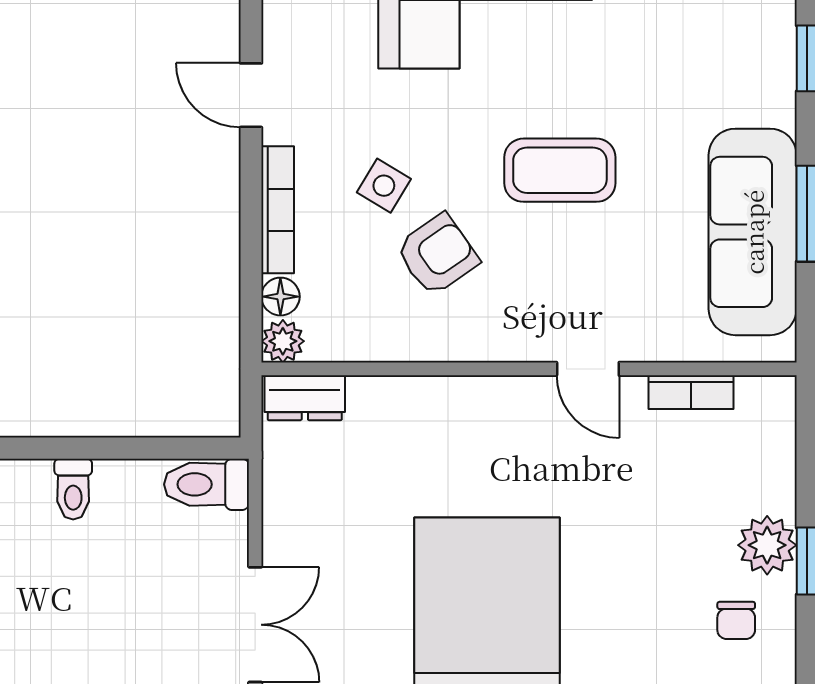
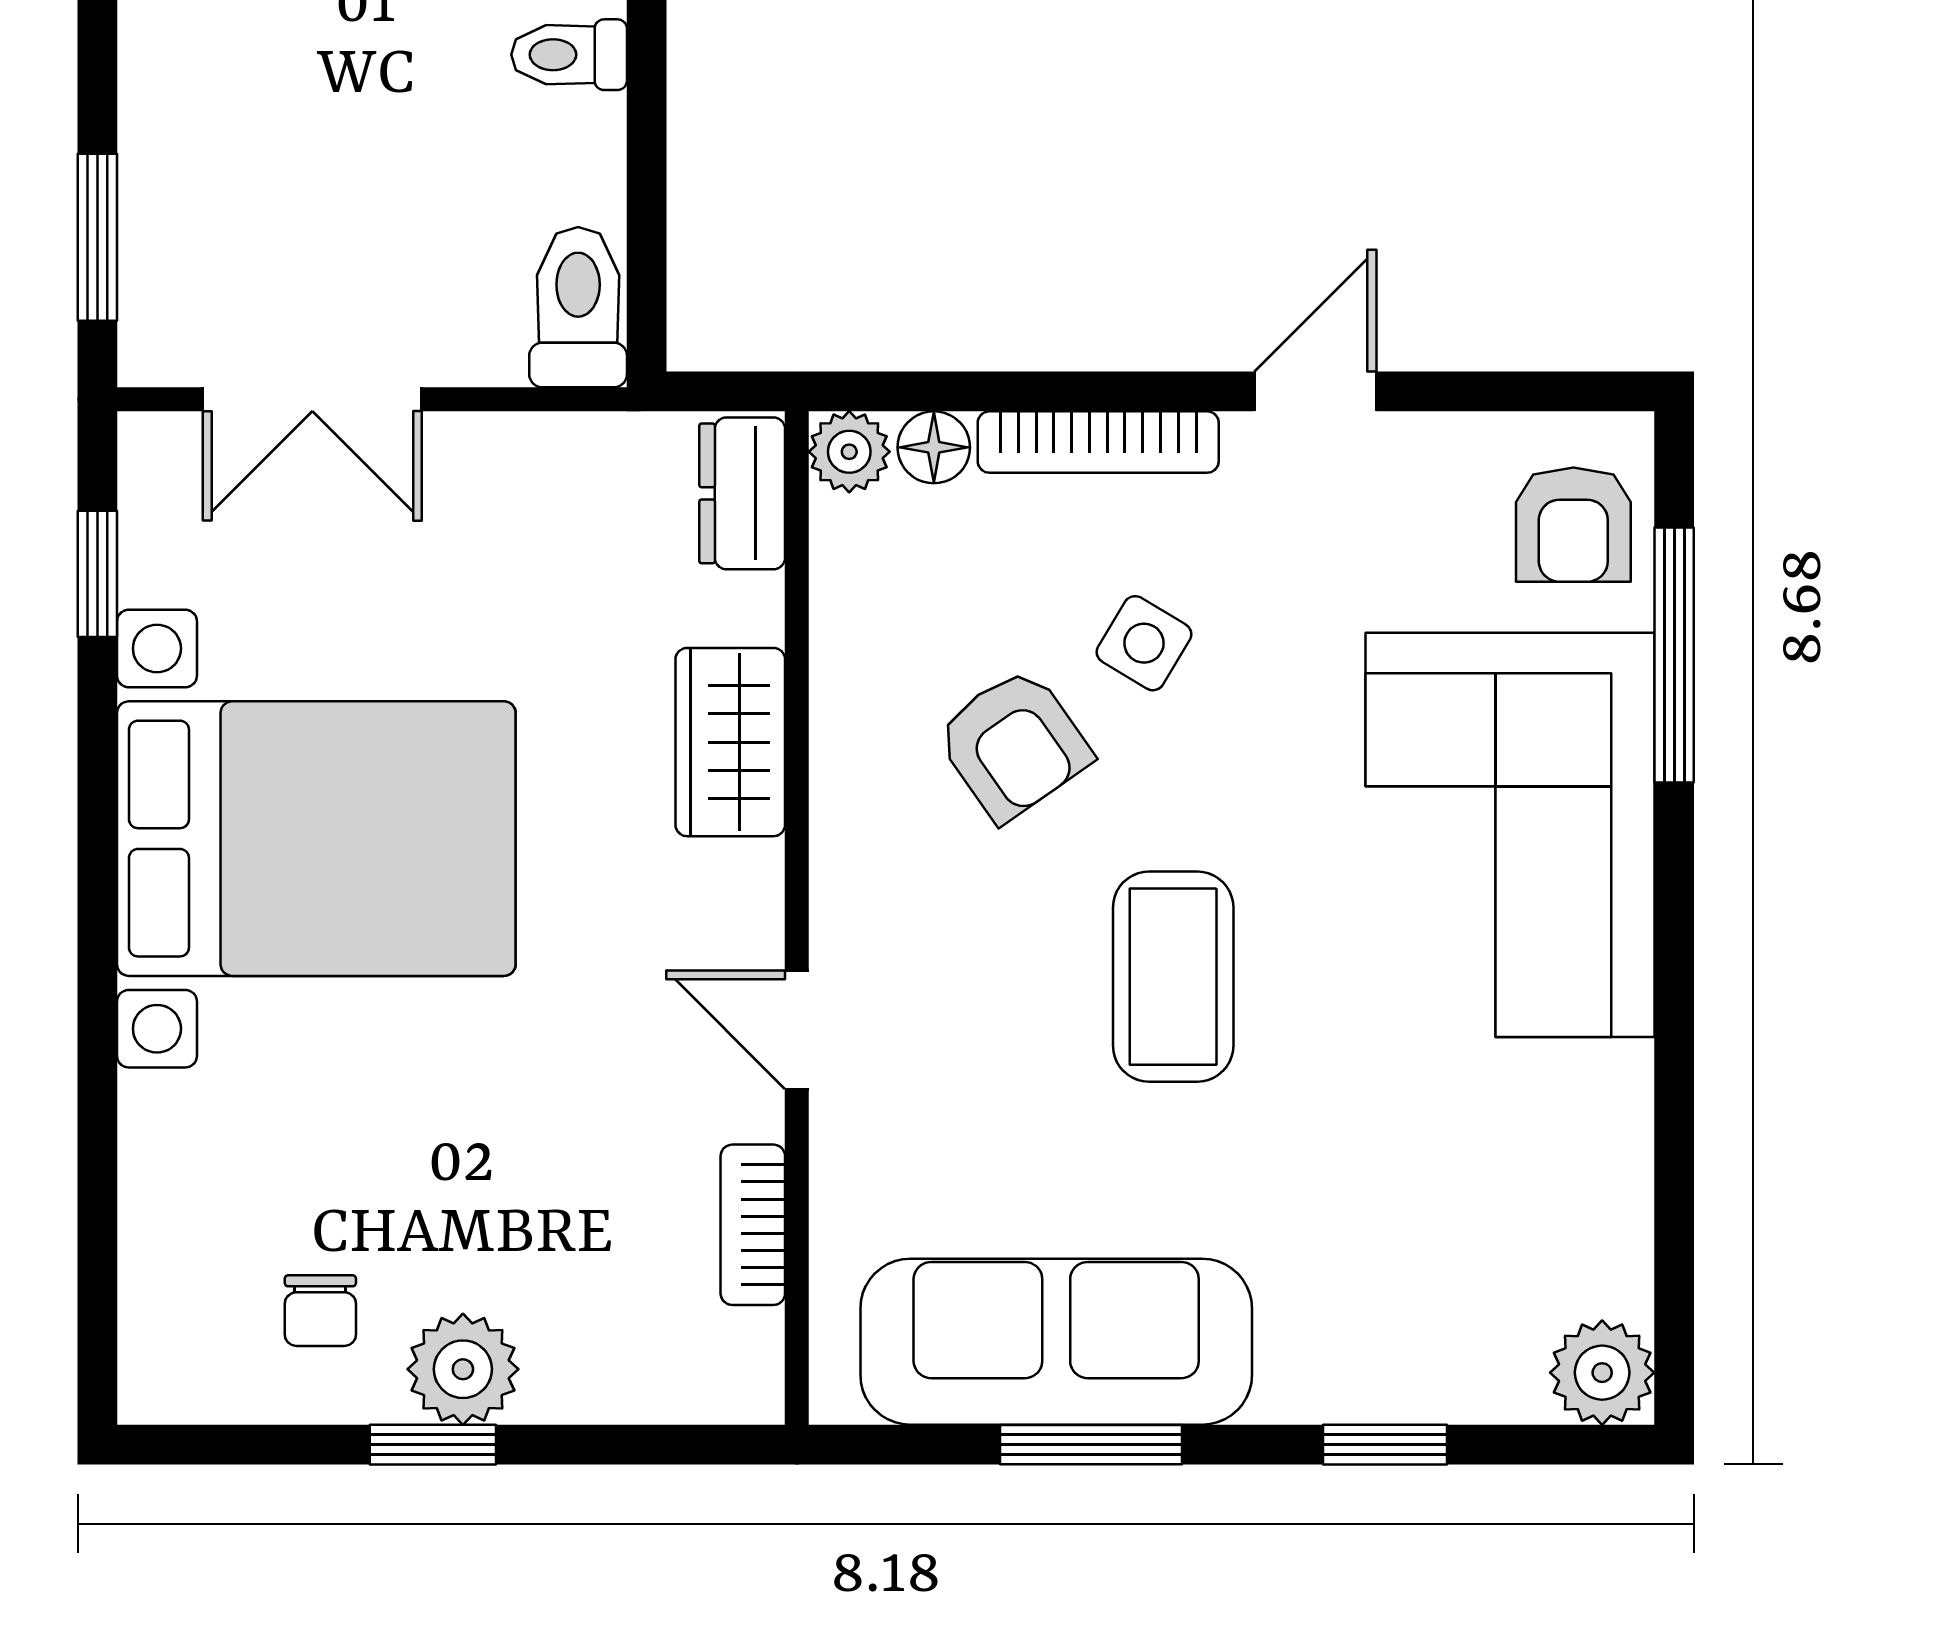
door: (588, 369) -> (797, 1030), hinge flipped
wardrobe: (436, 404) -> (730, 742), added
chair: (736, 620) -> (320, 1311), turned -90

